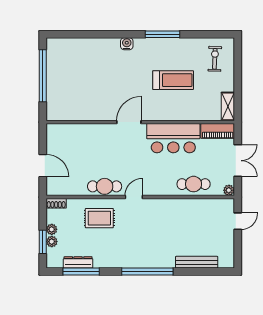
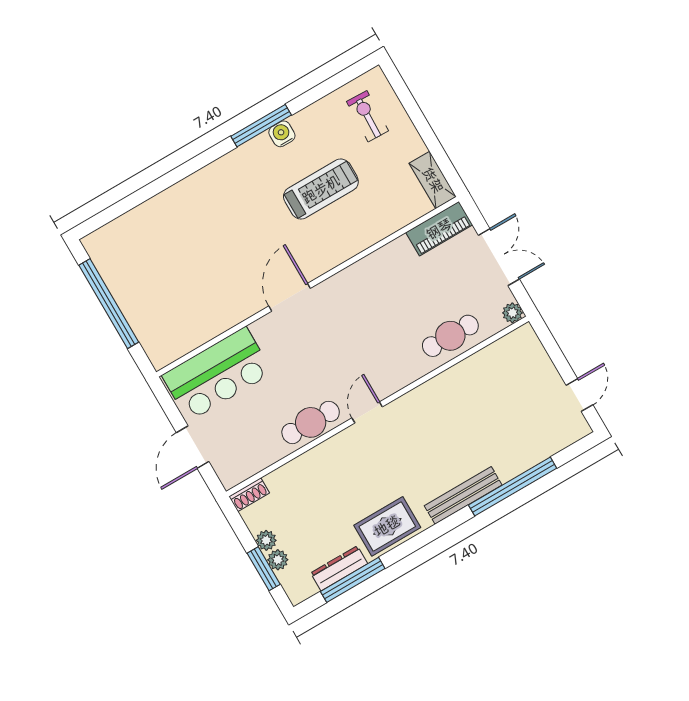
water cooler: (127, 44) -> (282, 134), moved
bar counter: (173, 138) -> (217, 374), moved
door: (43, 166) -> (193, 447), swing flipped
rug: (99, 218) -> (387, 526), moved
door: (238, 221) -> (579, 395), moved
bench: (197, 262) -> (463, 495), moved
window: (147, 271) -> (512, 487), moved

